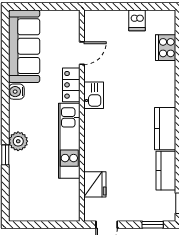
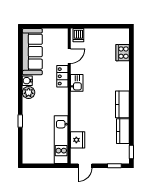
dishwasher: (137, 20) -> (78, 35), moved
plant: (18, 141) -> (29, 93), moved
kitchen unit: (69, 141) -> (61, 140), moved

